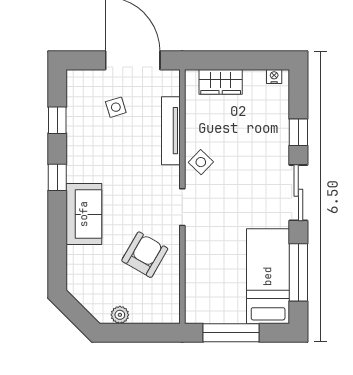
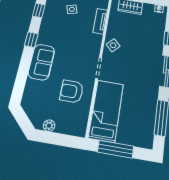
tv unit: (171, 131) -> (100, 21), width x0.71
armchair: (145, 255) -> (72, 91), turned -120
bed: (268, 276) -> (106, 111), moved

